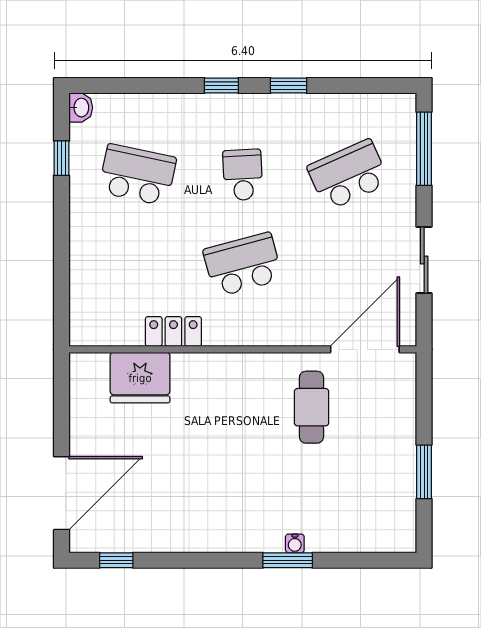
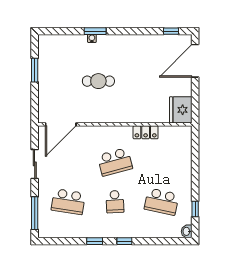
school desk: (348, 175) -> (68, 202), turned 33
fridge: (140, 378) -> (181, 110), moved, turned -90
cafe table: (311, 407) -> (98, 81), moved, turned 90

